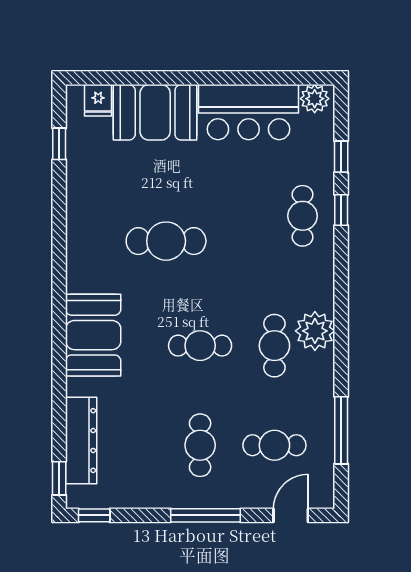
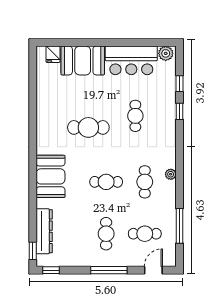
window: (59, 144) -> (33, 77), removed
cafe table: (303, 216) -> (135, 116), moved
plant: (315, 331) -> (171, 174), width x0.53, depth x0.53

